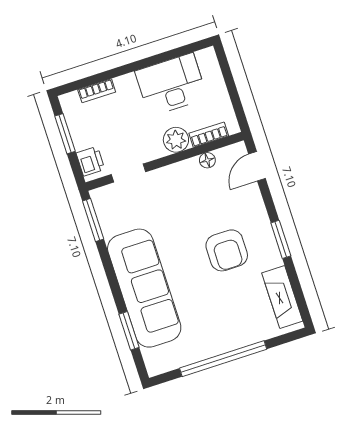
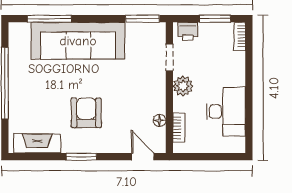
bookcase: (97, 91) -> (240, 36), moved
plant: (176, 140) -> (183, 86), moved
armchair: (227, 250) -> (86, 113), turned 90
window: (129, 331) -> (49, 19), width x1.44

